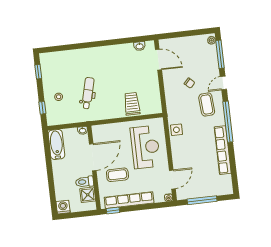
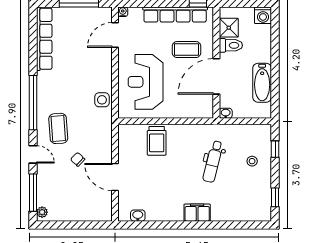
filing cabinet: (95, 53) -> (197, 213), added
door: (158, 60) -> (115, 177), moved
door: (223, 83) -> (33, 154), hinge flipped
bathtub: (56, 144) -> (262, 83), moved
row of seats: (223, 150) -> (44, 39), moved

